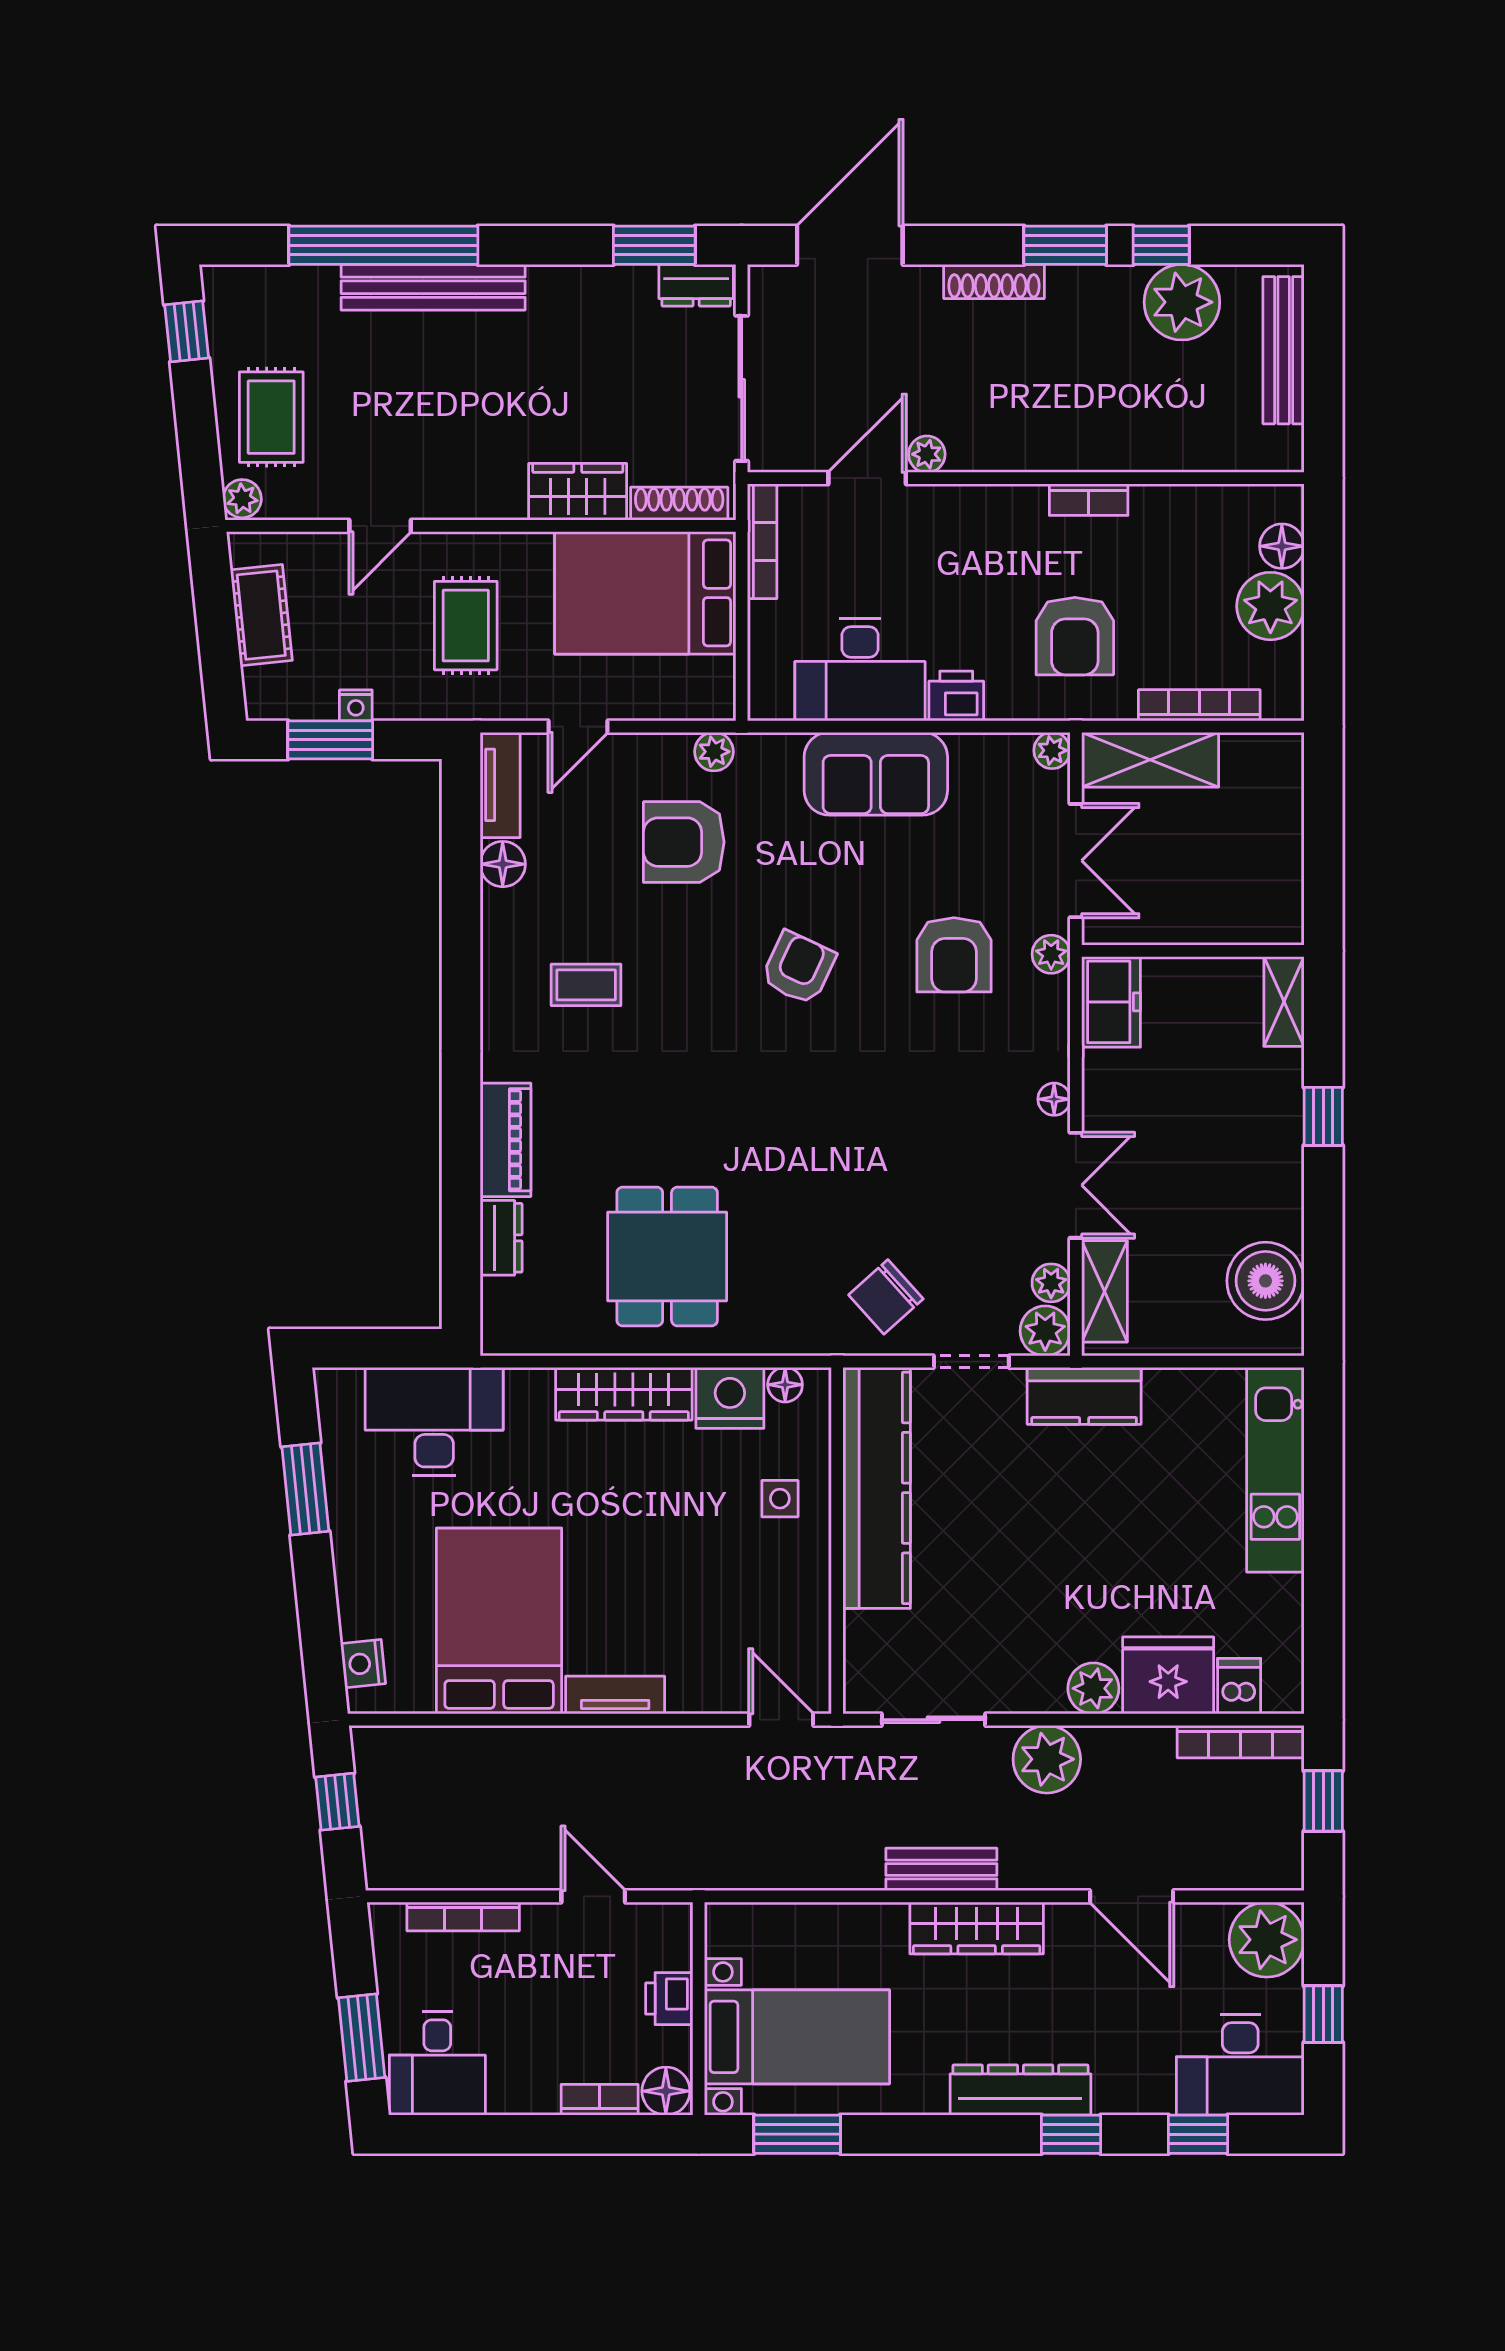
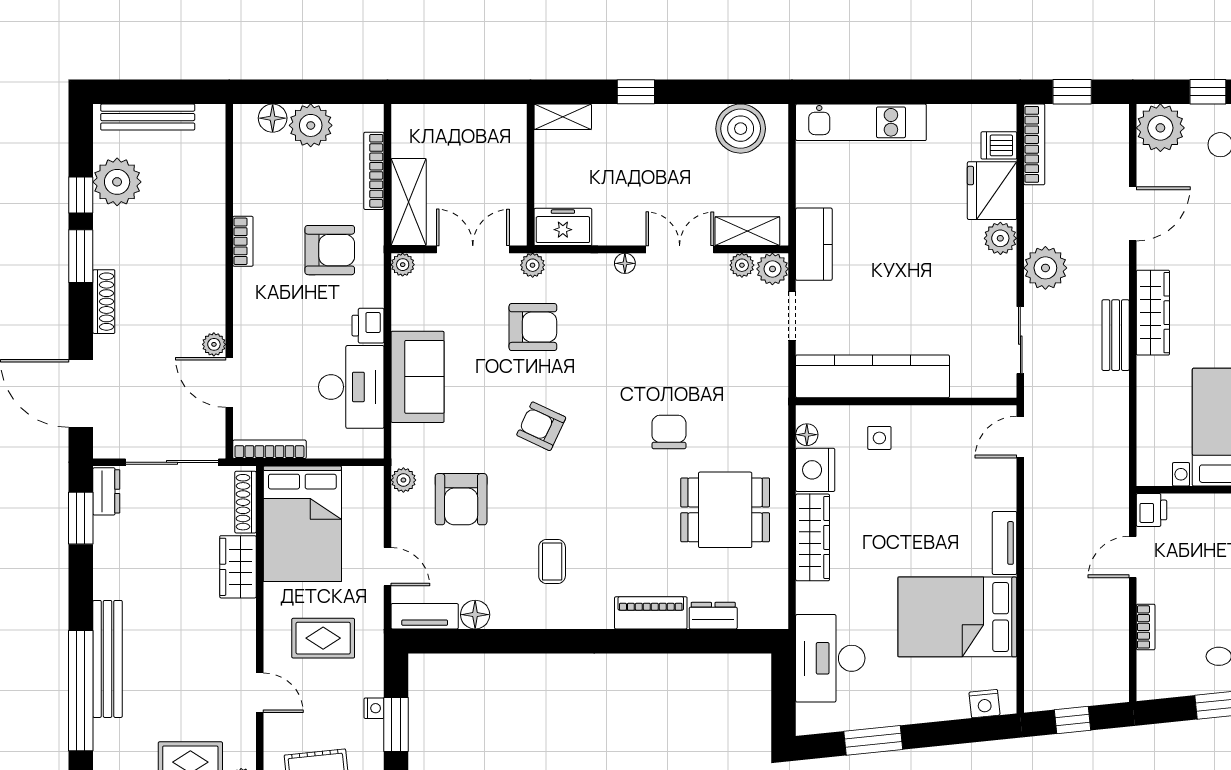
chair: (886, 1297) -> (669, 432), moved, turned -138
bookcase: (463, 1917) -> (1146, 627), width x0.64
printer: (669, 1999) -> (1152, 510), moved, turned -90

